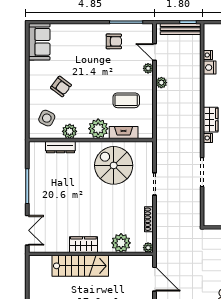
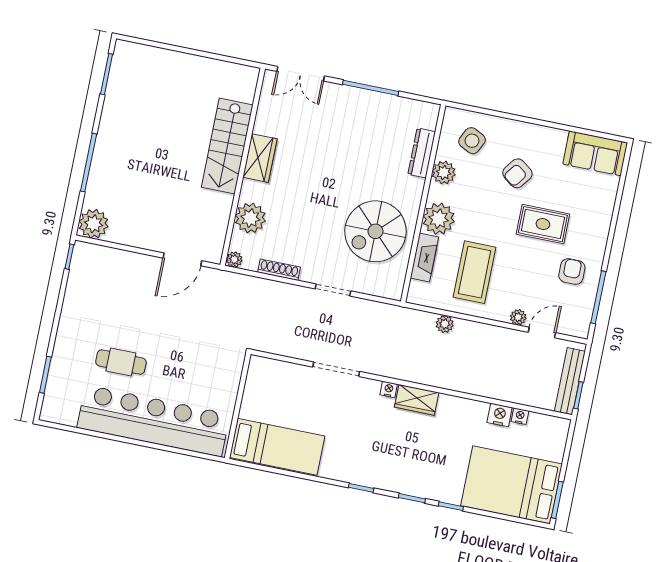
armchair: (114, 41) -> (572, 272), turned 180
rug: (89, 65) -> (543, 224), added
plant: (161, 83) -> (445, 324), moved
coffee table: (126, 100) -> (475, 272), width x1.36, depth x1.32
spiral stairs: (114, 165) -> (375, 231), turned 180

